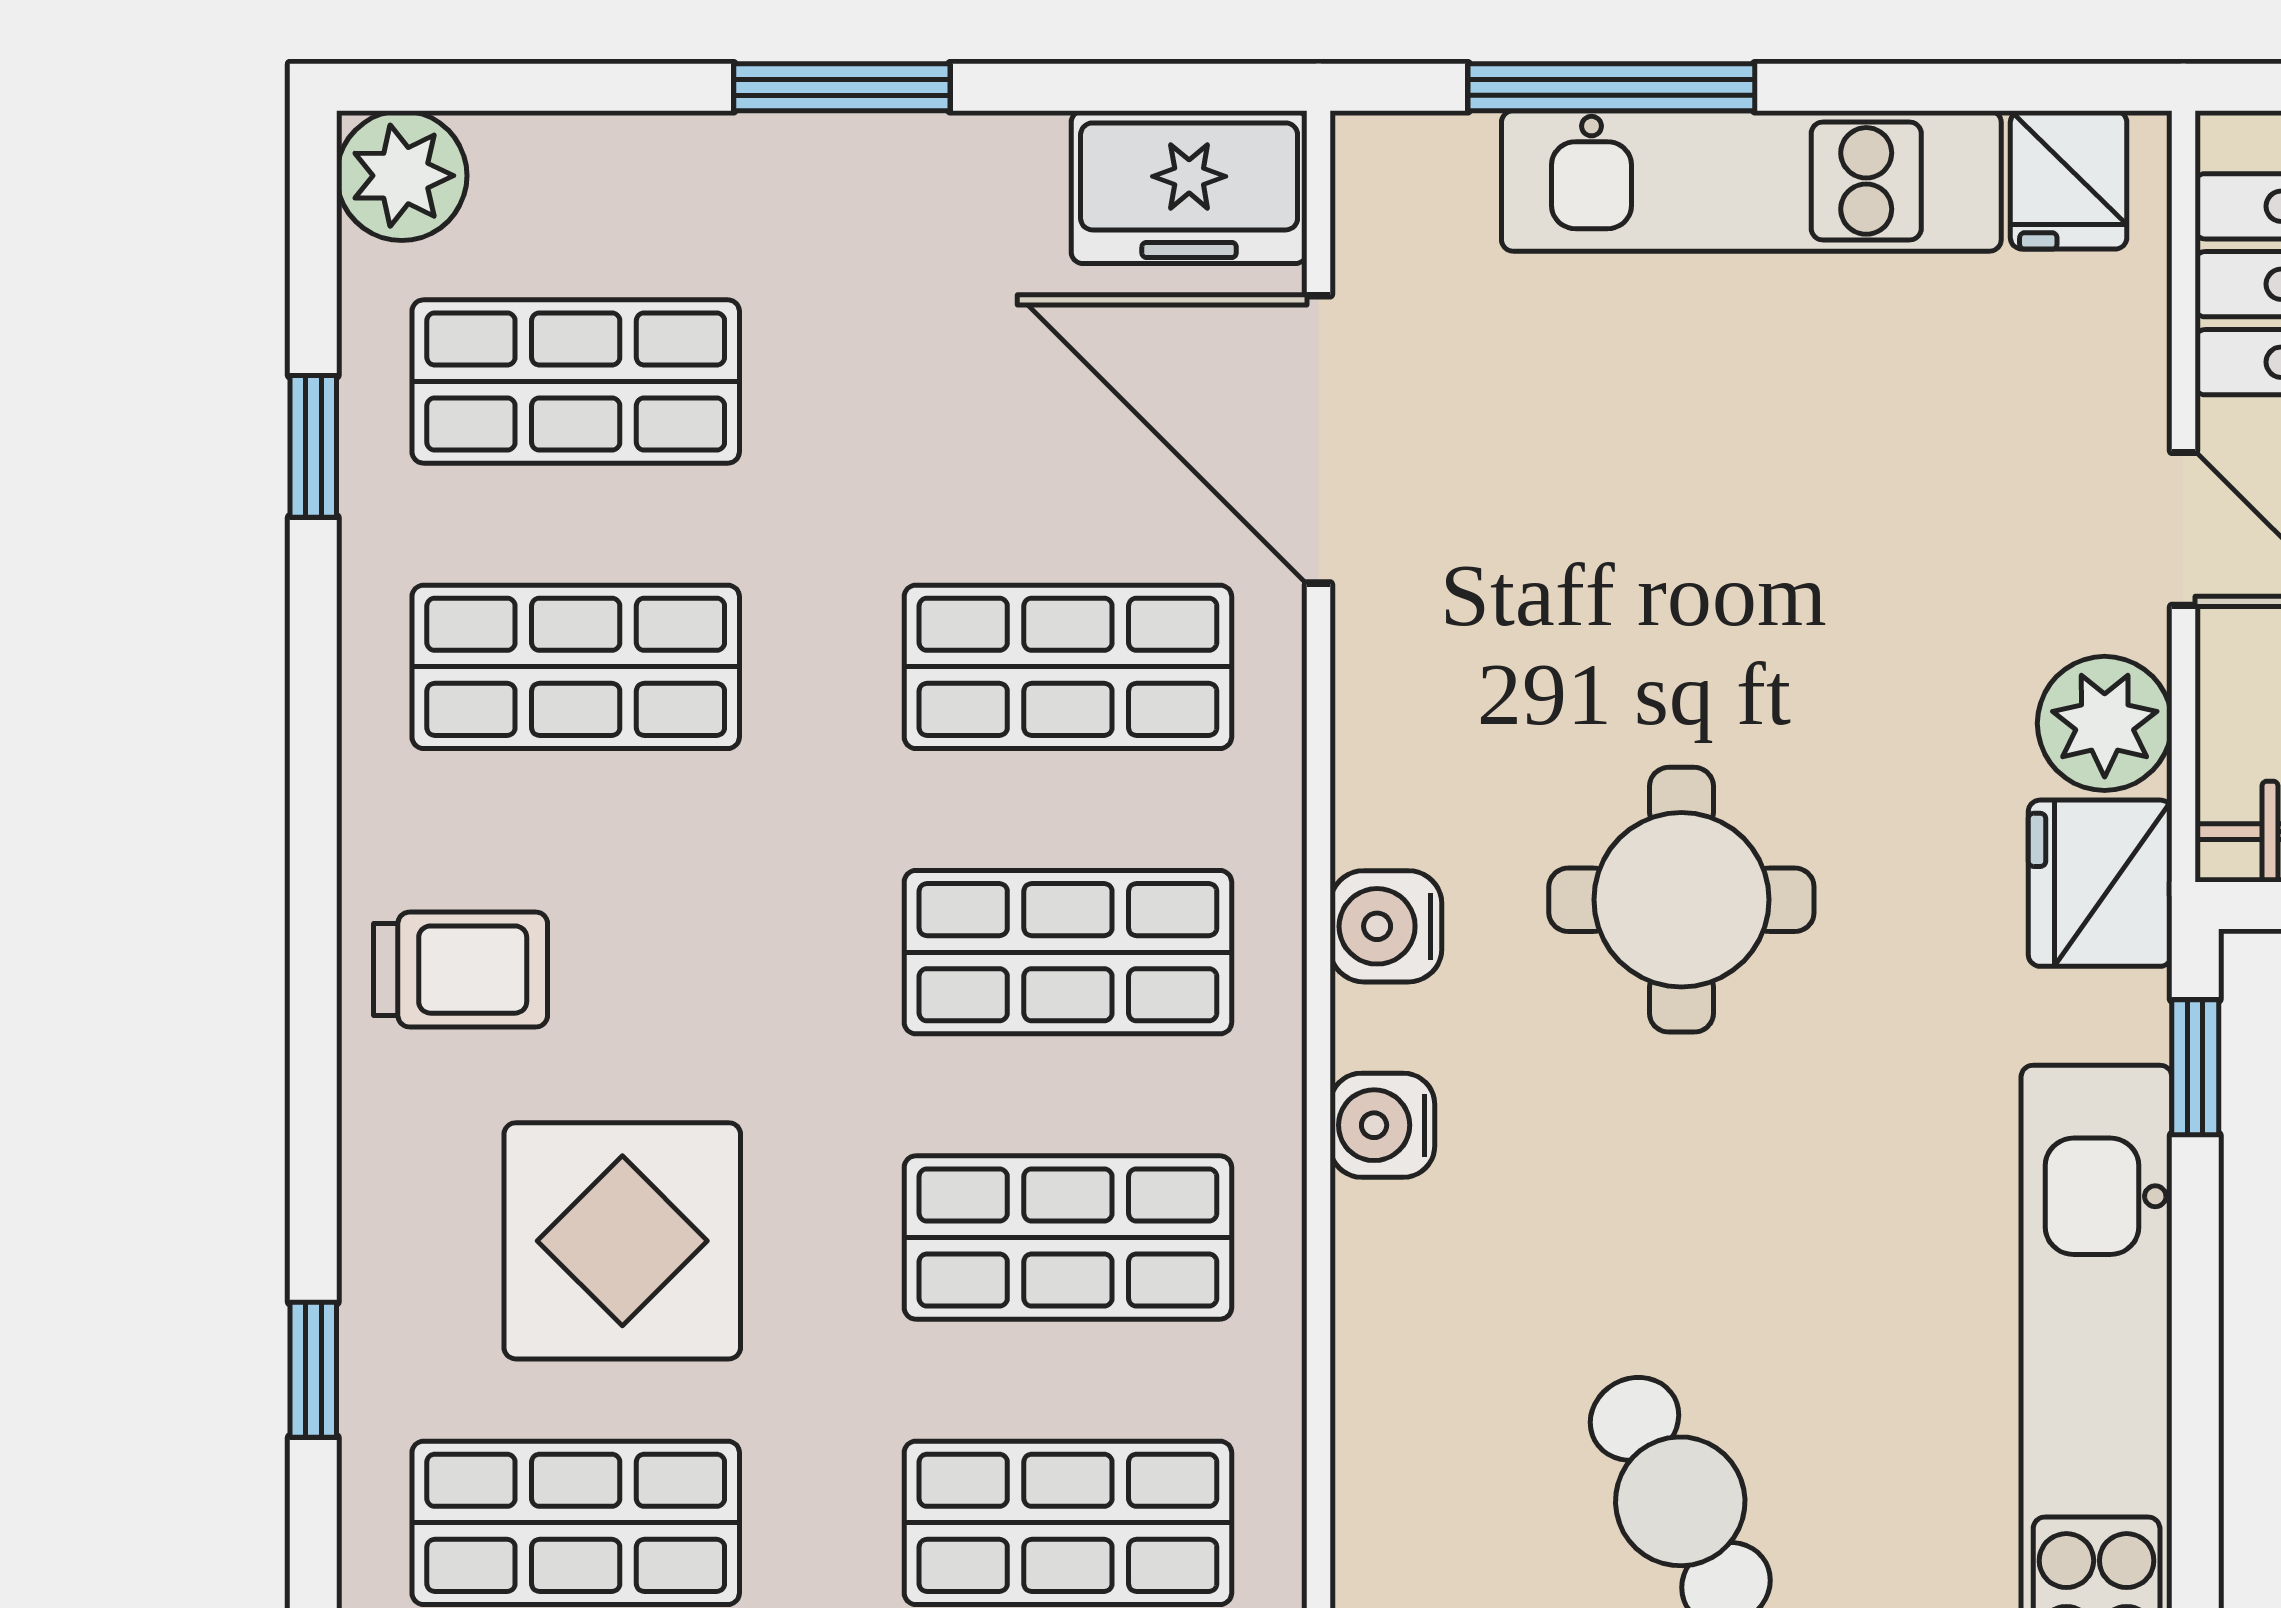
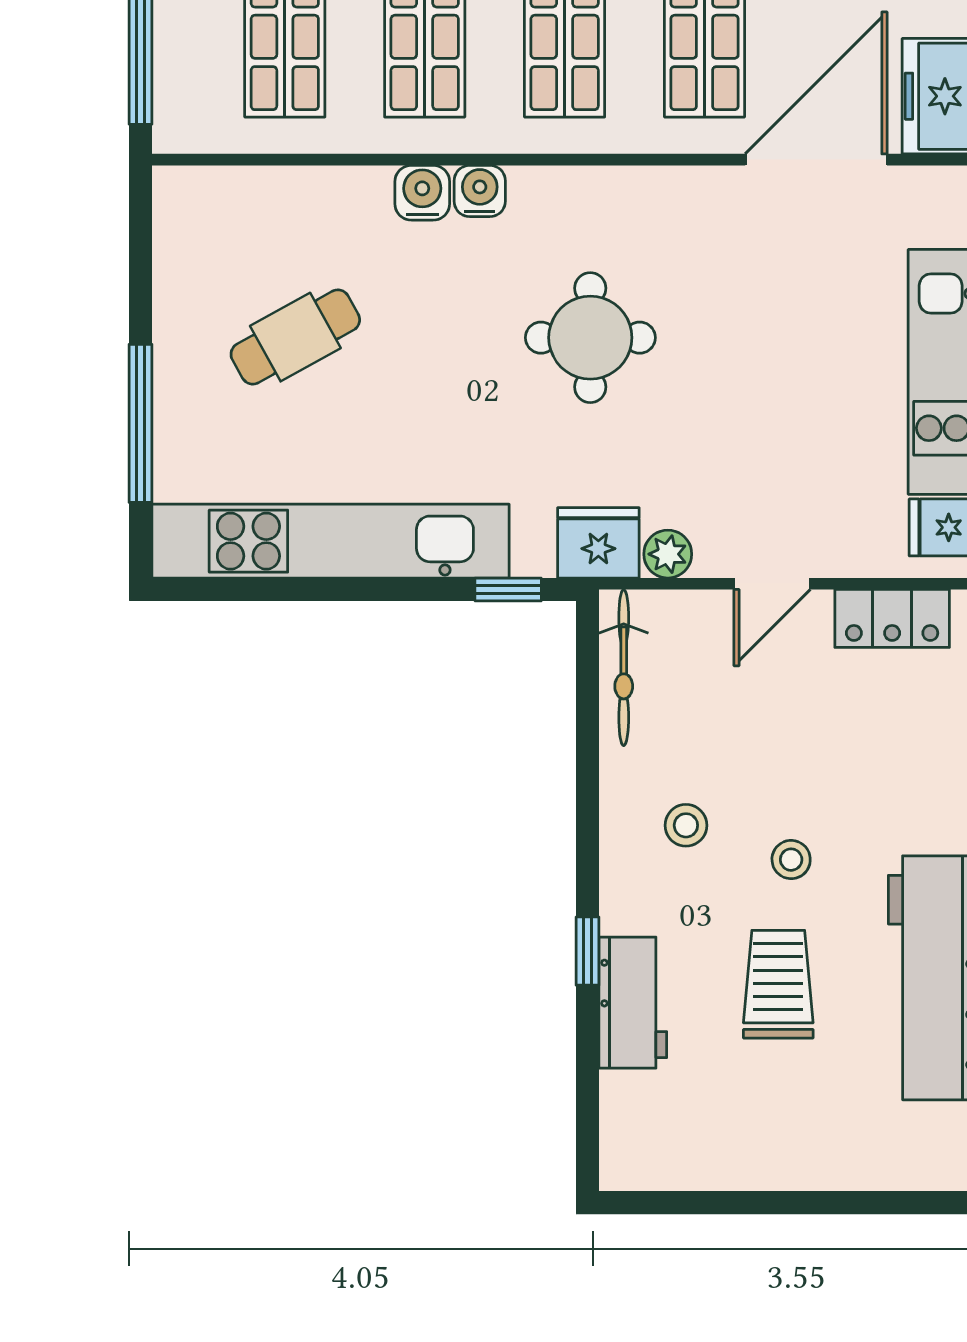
plant: (2105, 723) -> (668, 554), width x0.73, depth x0.73
water cooler: (1386, 926) -> (422, 193), moved

